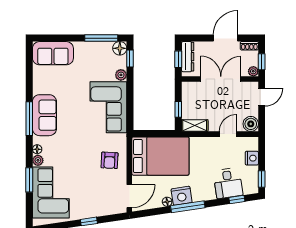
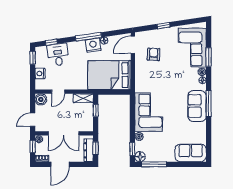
armchair: (110, 160) -> (154, 54), moved

